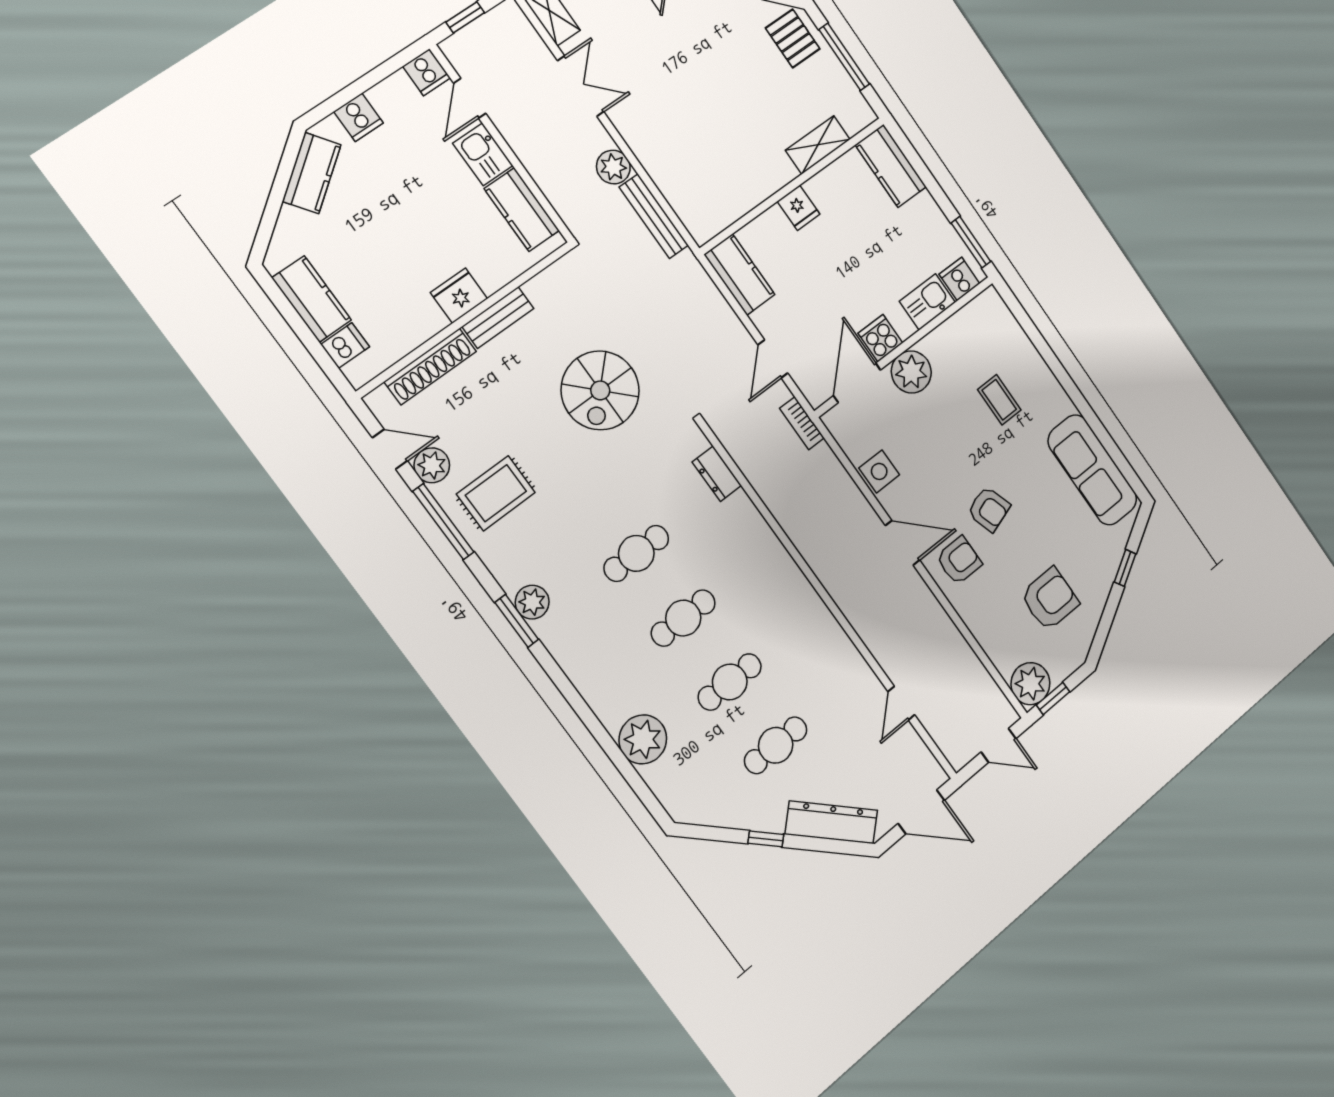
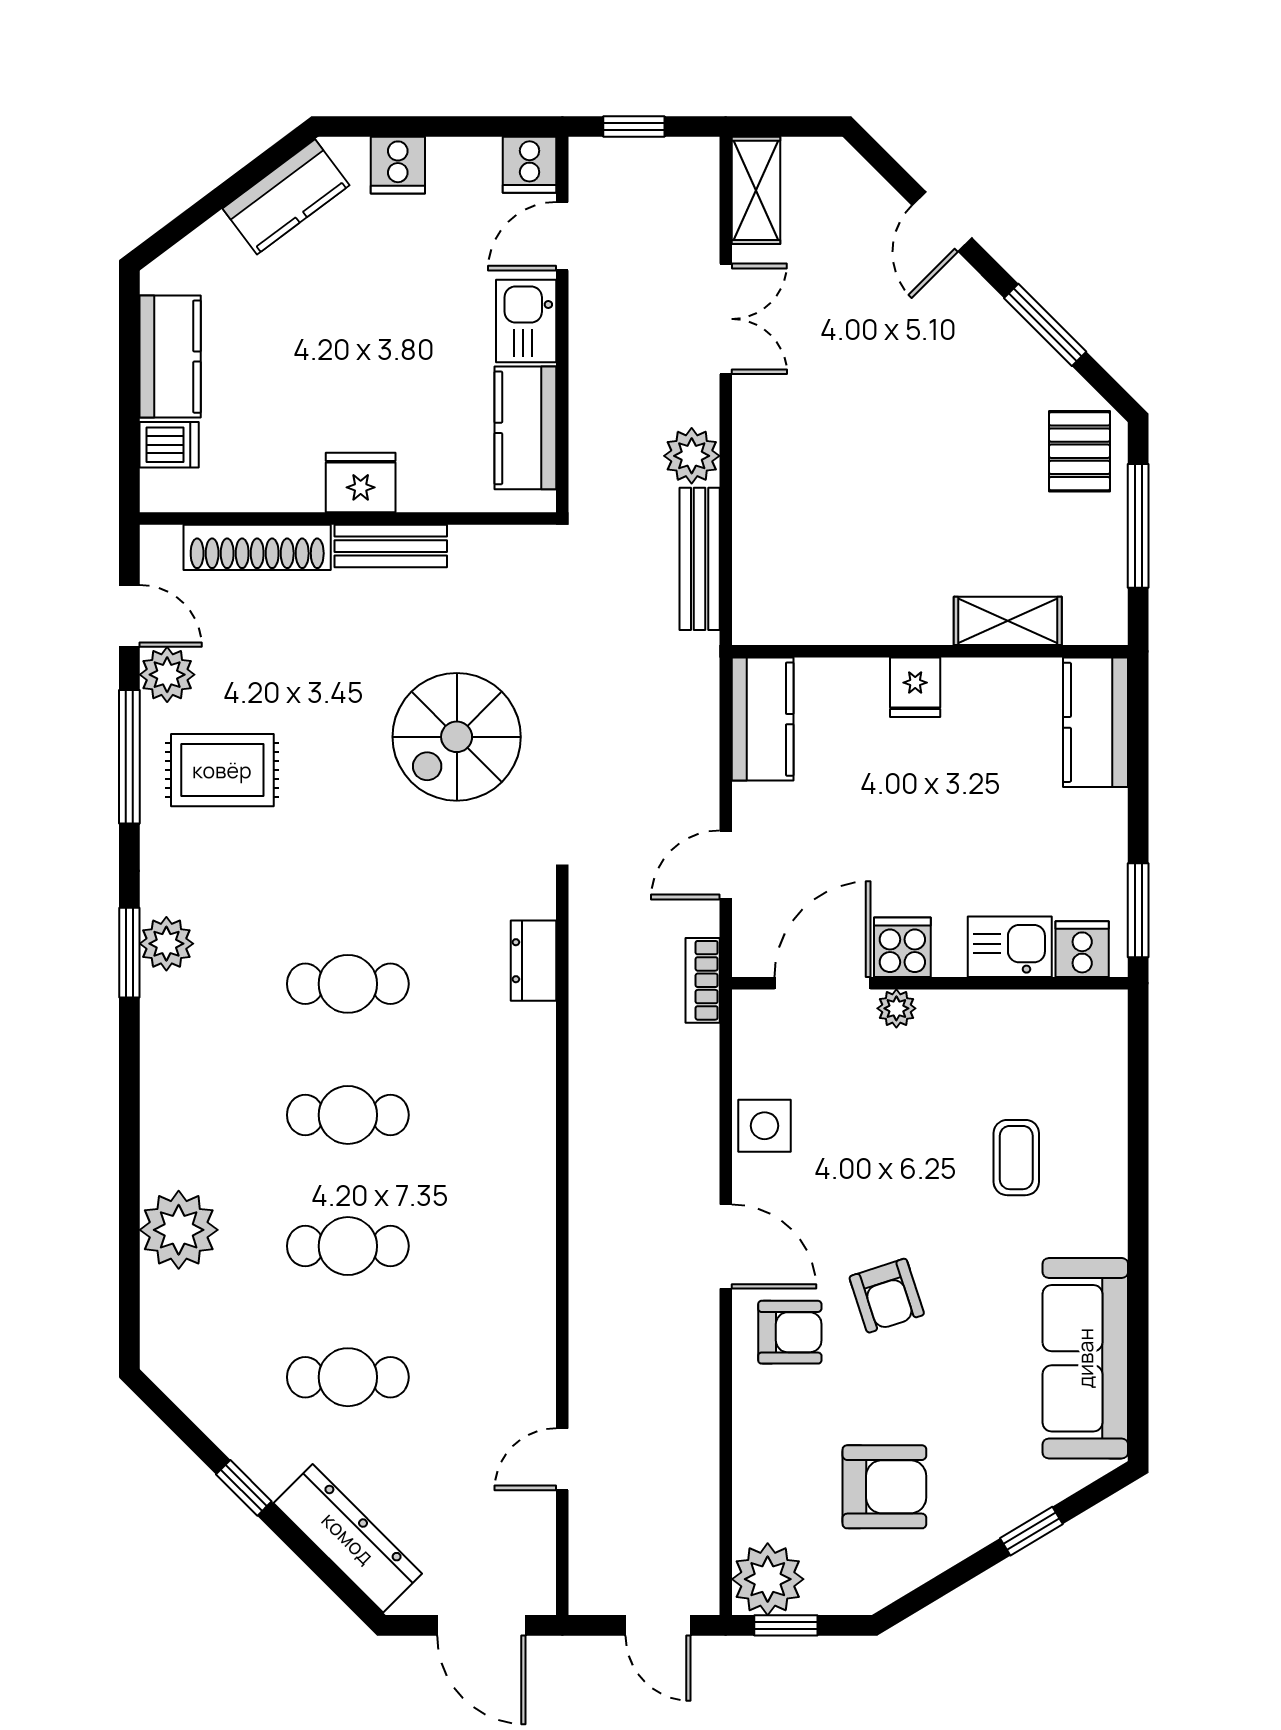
plant: (911, 372) -> (896, 1008), width x0.53, depth x0.53

